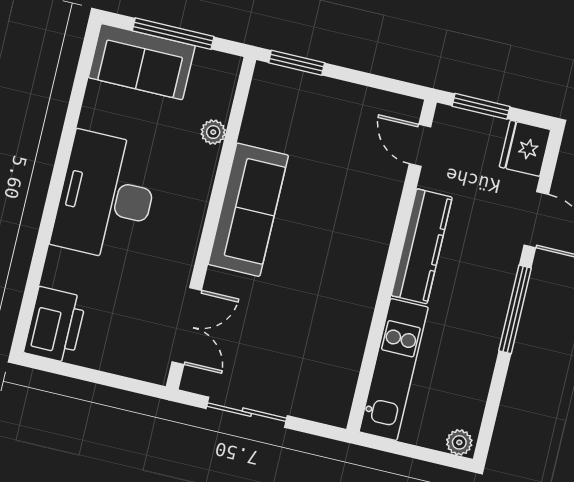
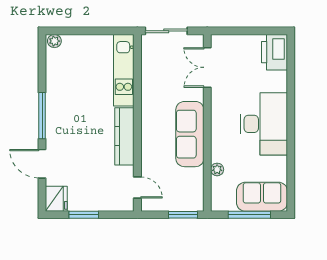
door: (420, 145) -> (137, 188), moved
kitchen counter: (422, 246) -> (124, 136), moved
wall: (392, 266) -> (137, 123), moved
kitchen unit: (394, 370) -> (124, 70), moved

